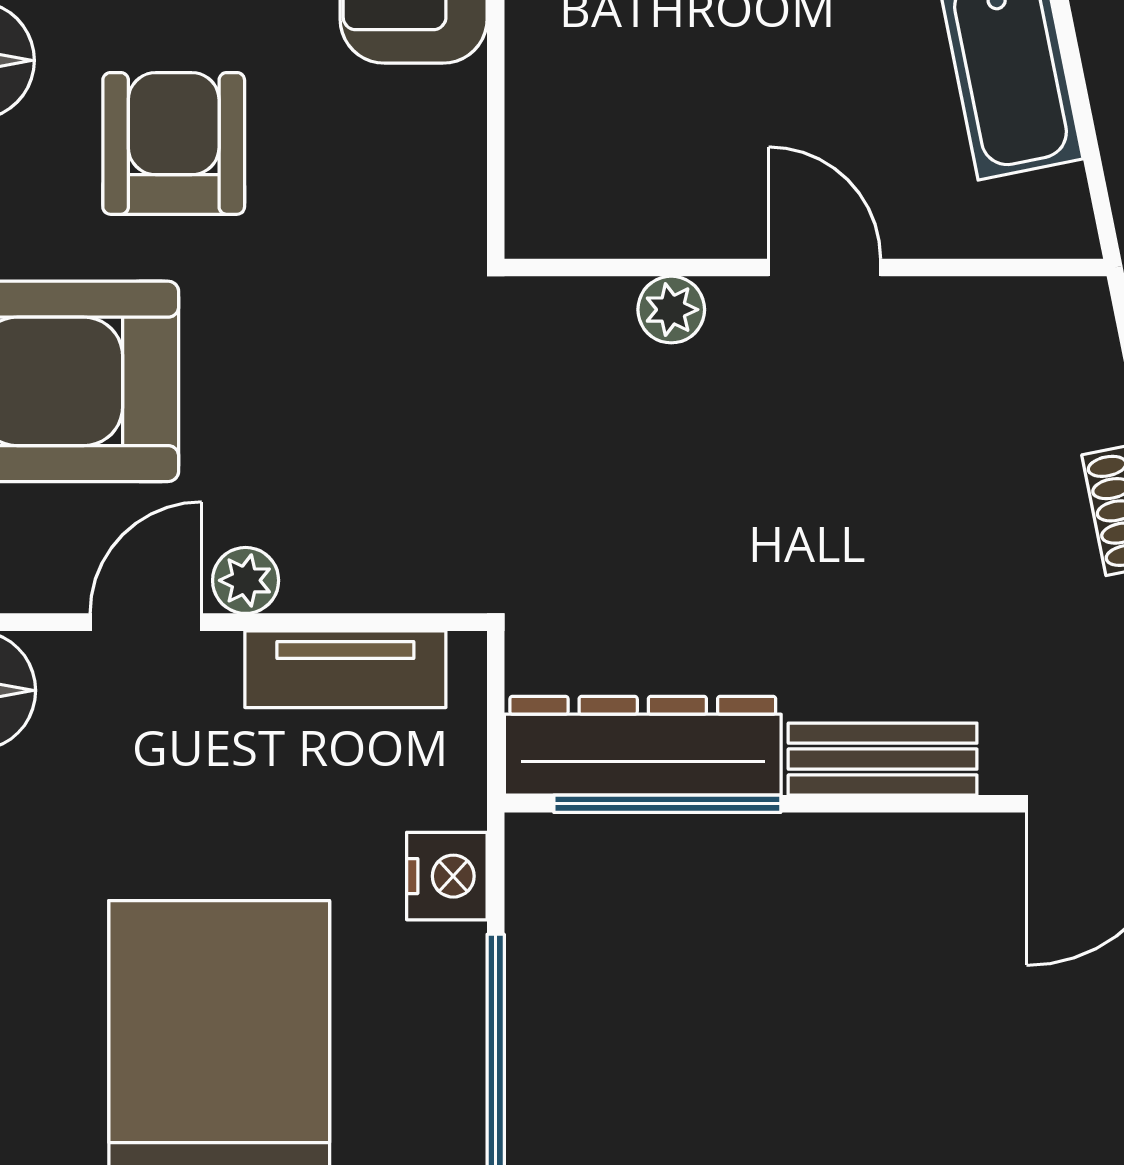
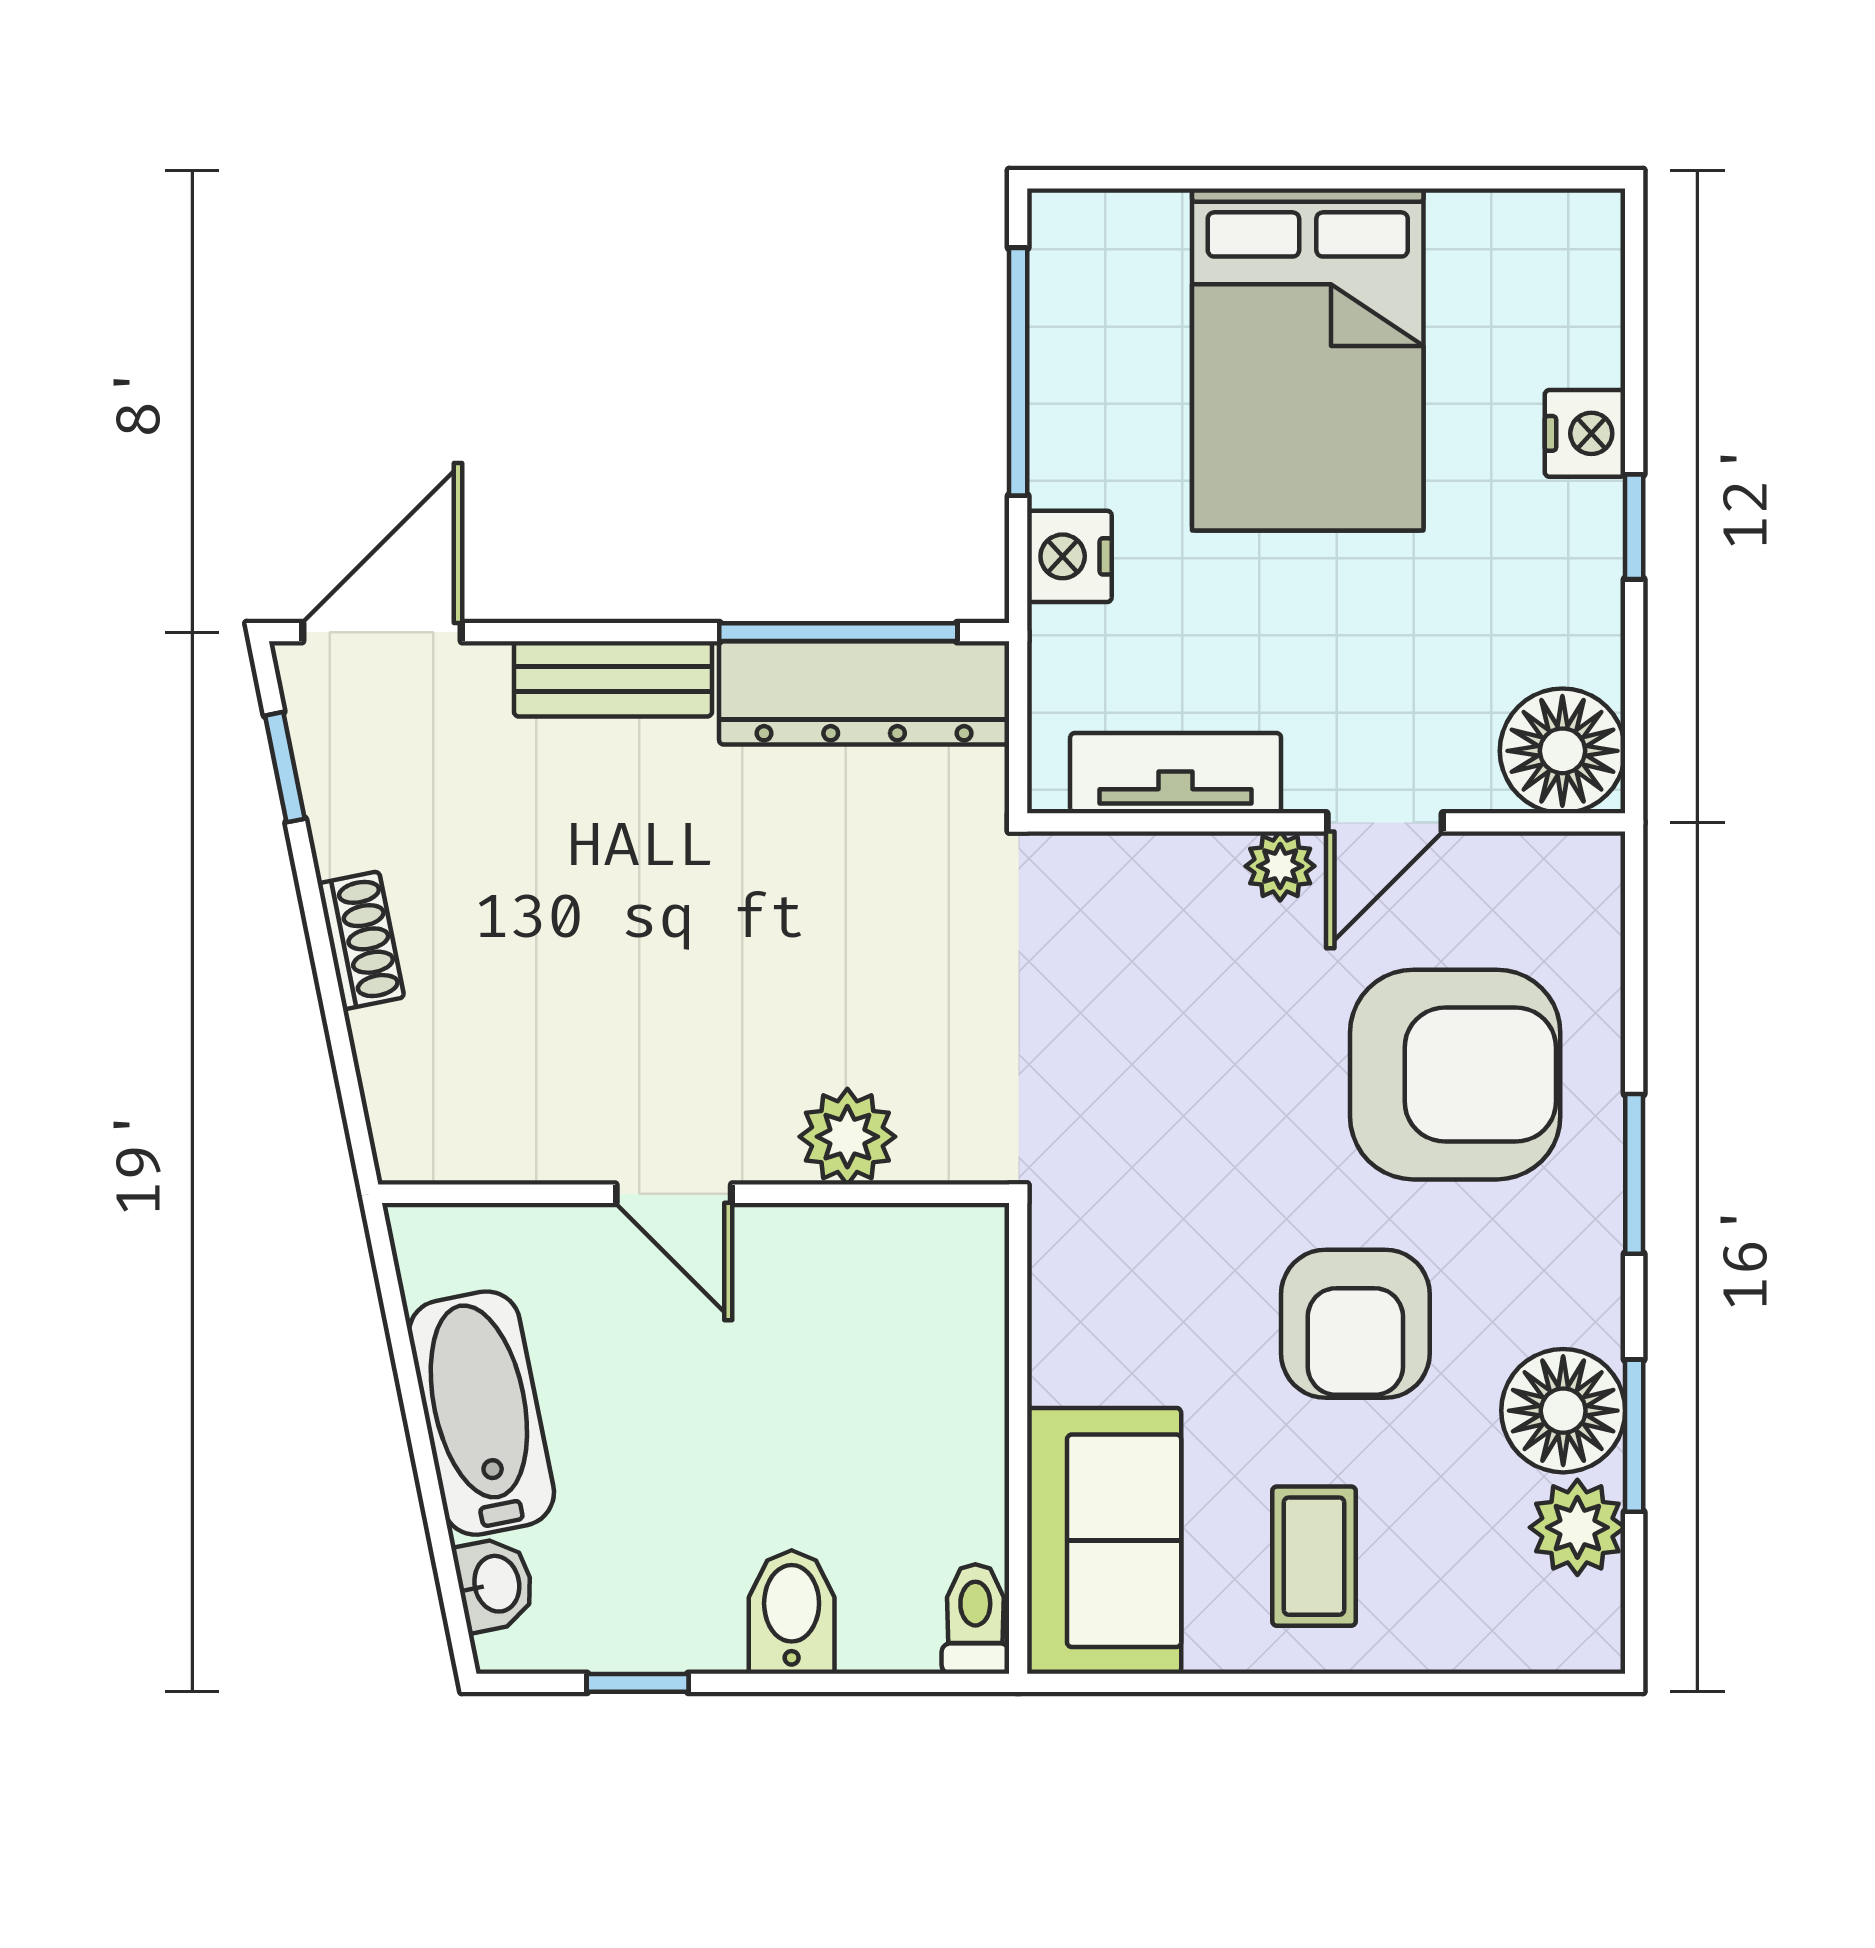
plant: (671, 310) -> (847, 1137), width x1.38, depth x1.38

